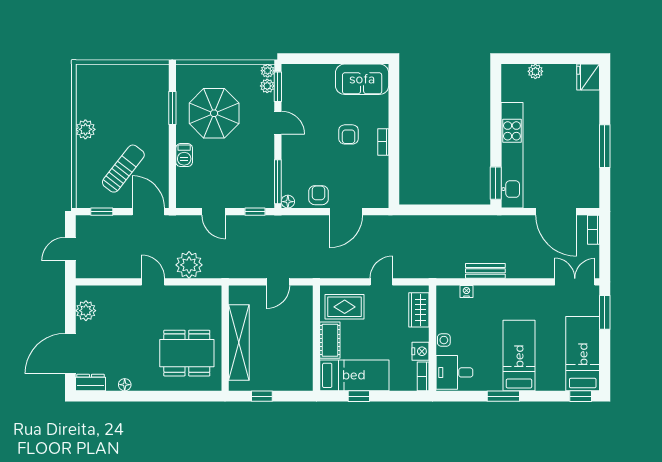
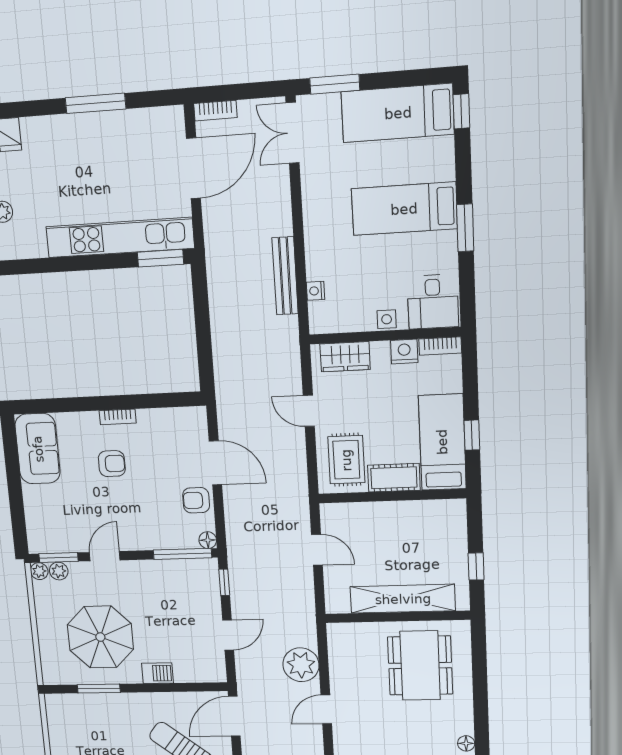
bench: (485, 271) -> (285, 276), width x1.36

